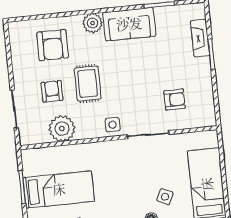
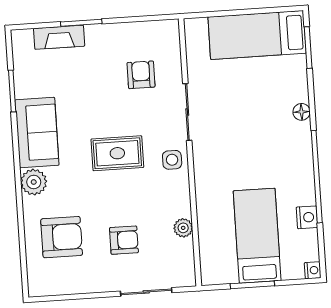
rug: (88, 84) -> (117, 153), moved
armchair: (52, 91) -> (124, 240), turned 180
plant: (62, 129) -> (183, 228), width x0.53, depth x0.53
side table: (165, 197) -> (272, 92), removed

